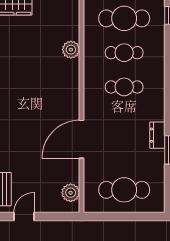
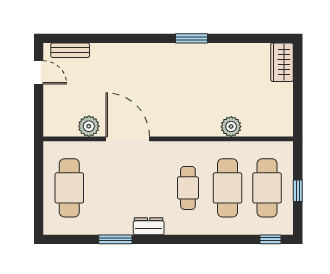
cafe table: (124, 53) -> (228, 188), width x1.37, depth x1.35
dresser: (157, 135) -> (149, 226), moved
plant: (71, 193) -> (89, 126), moved

